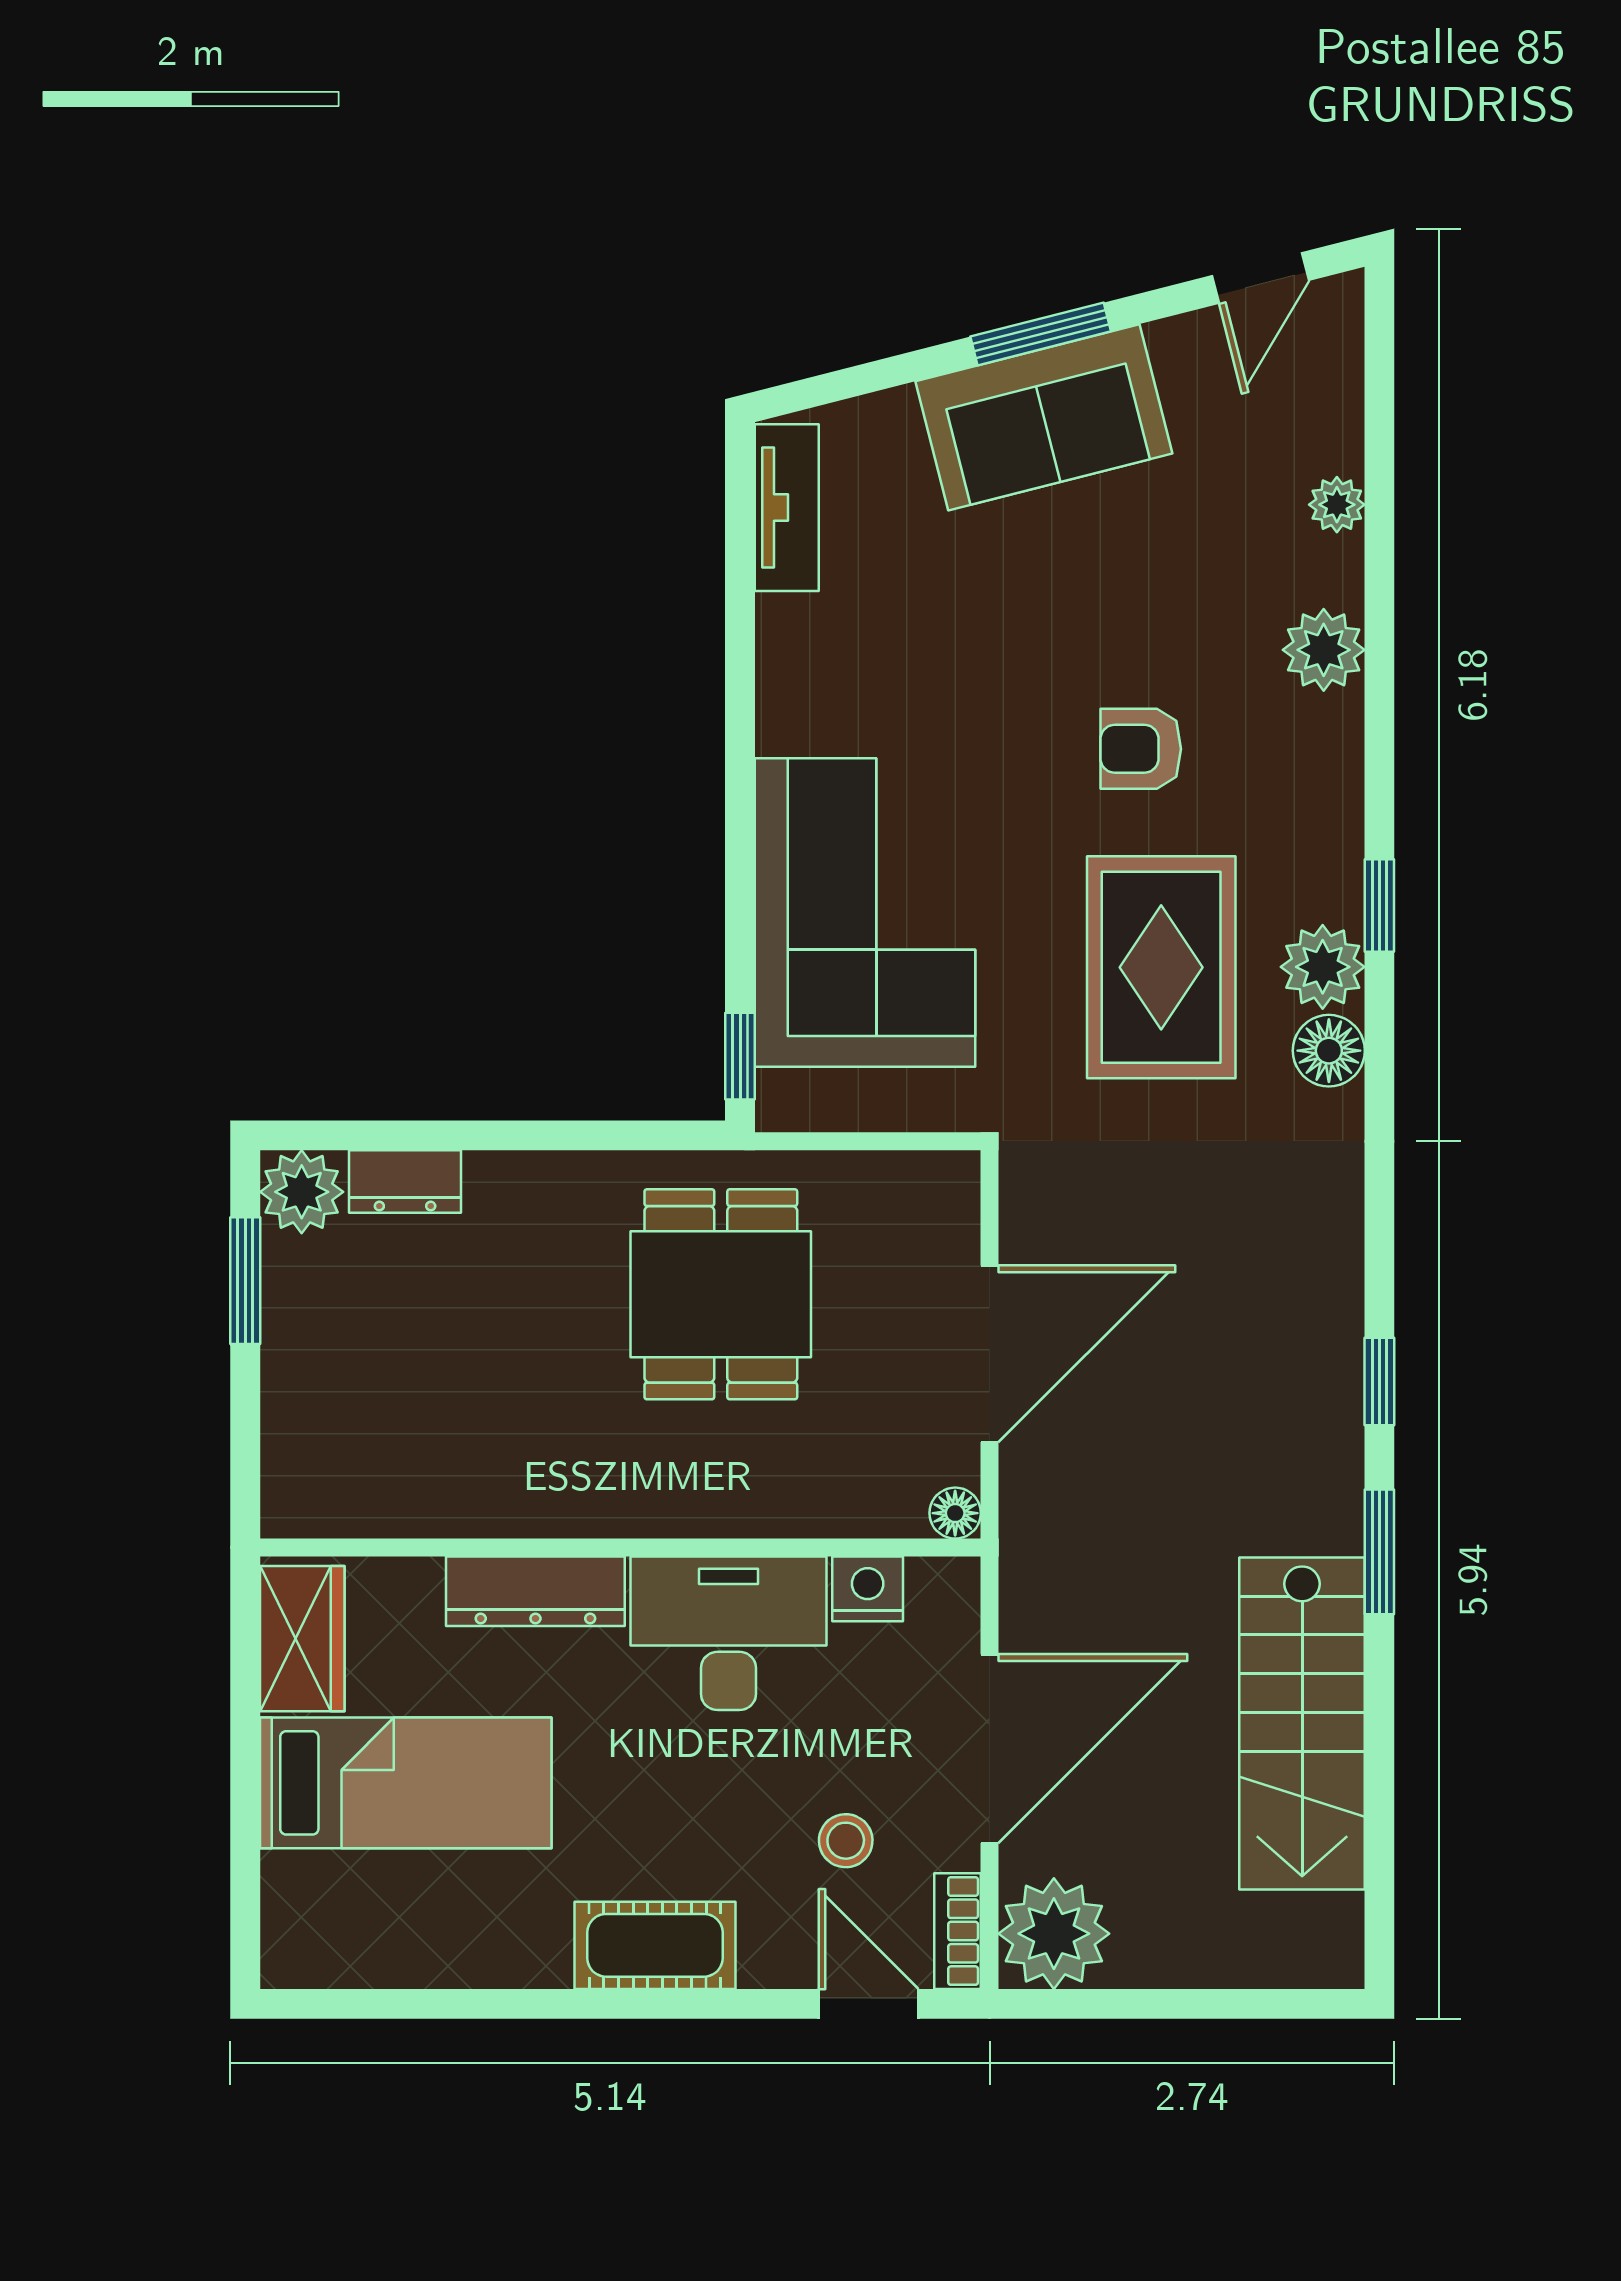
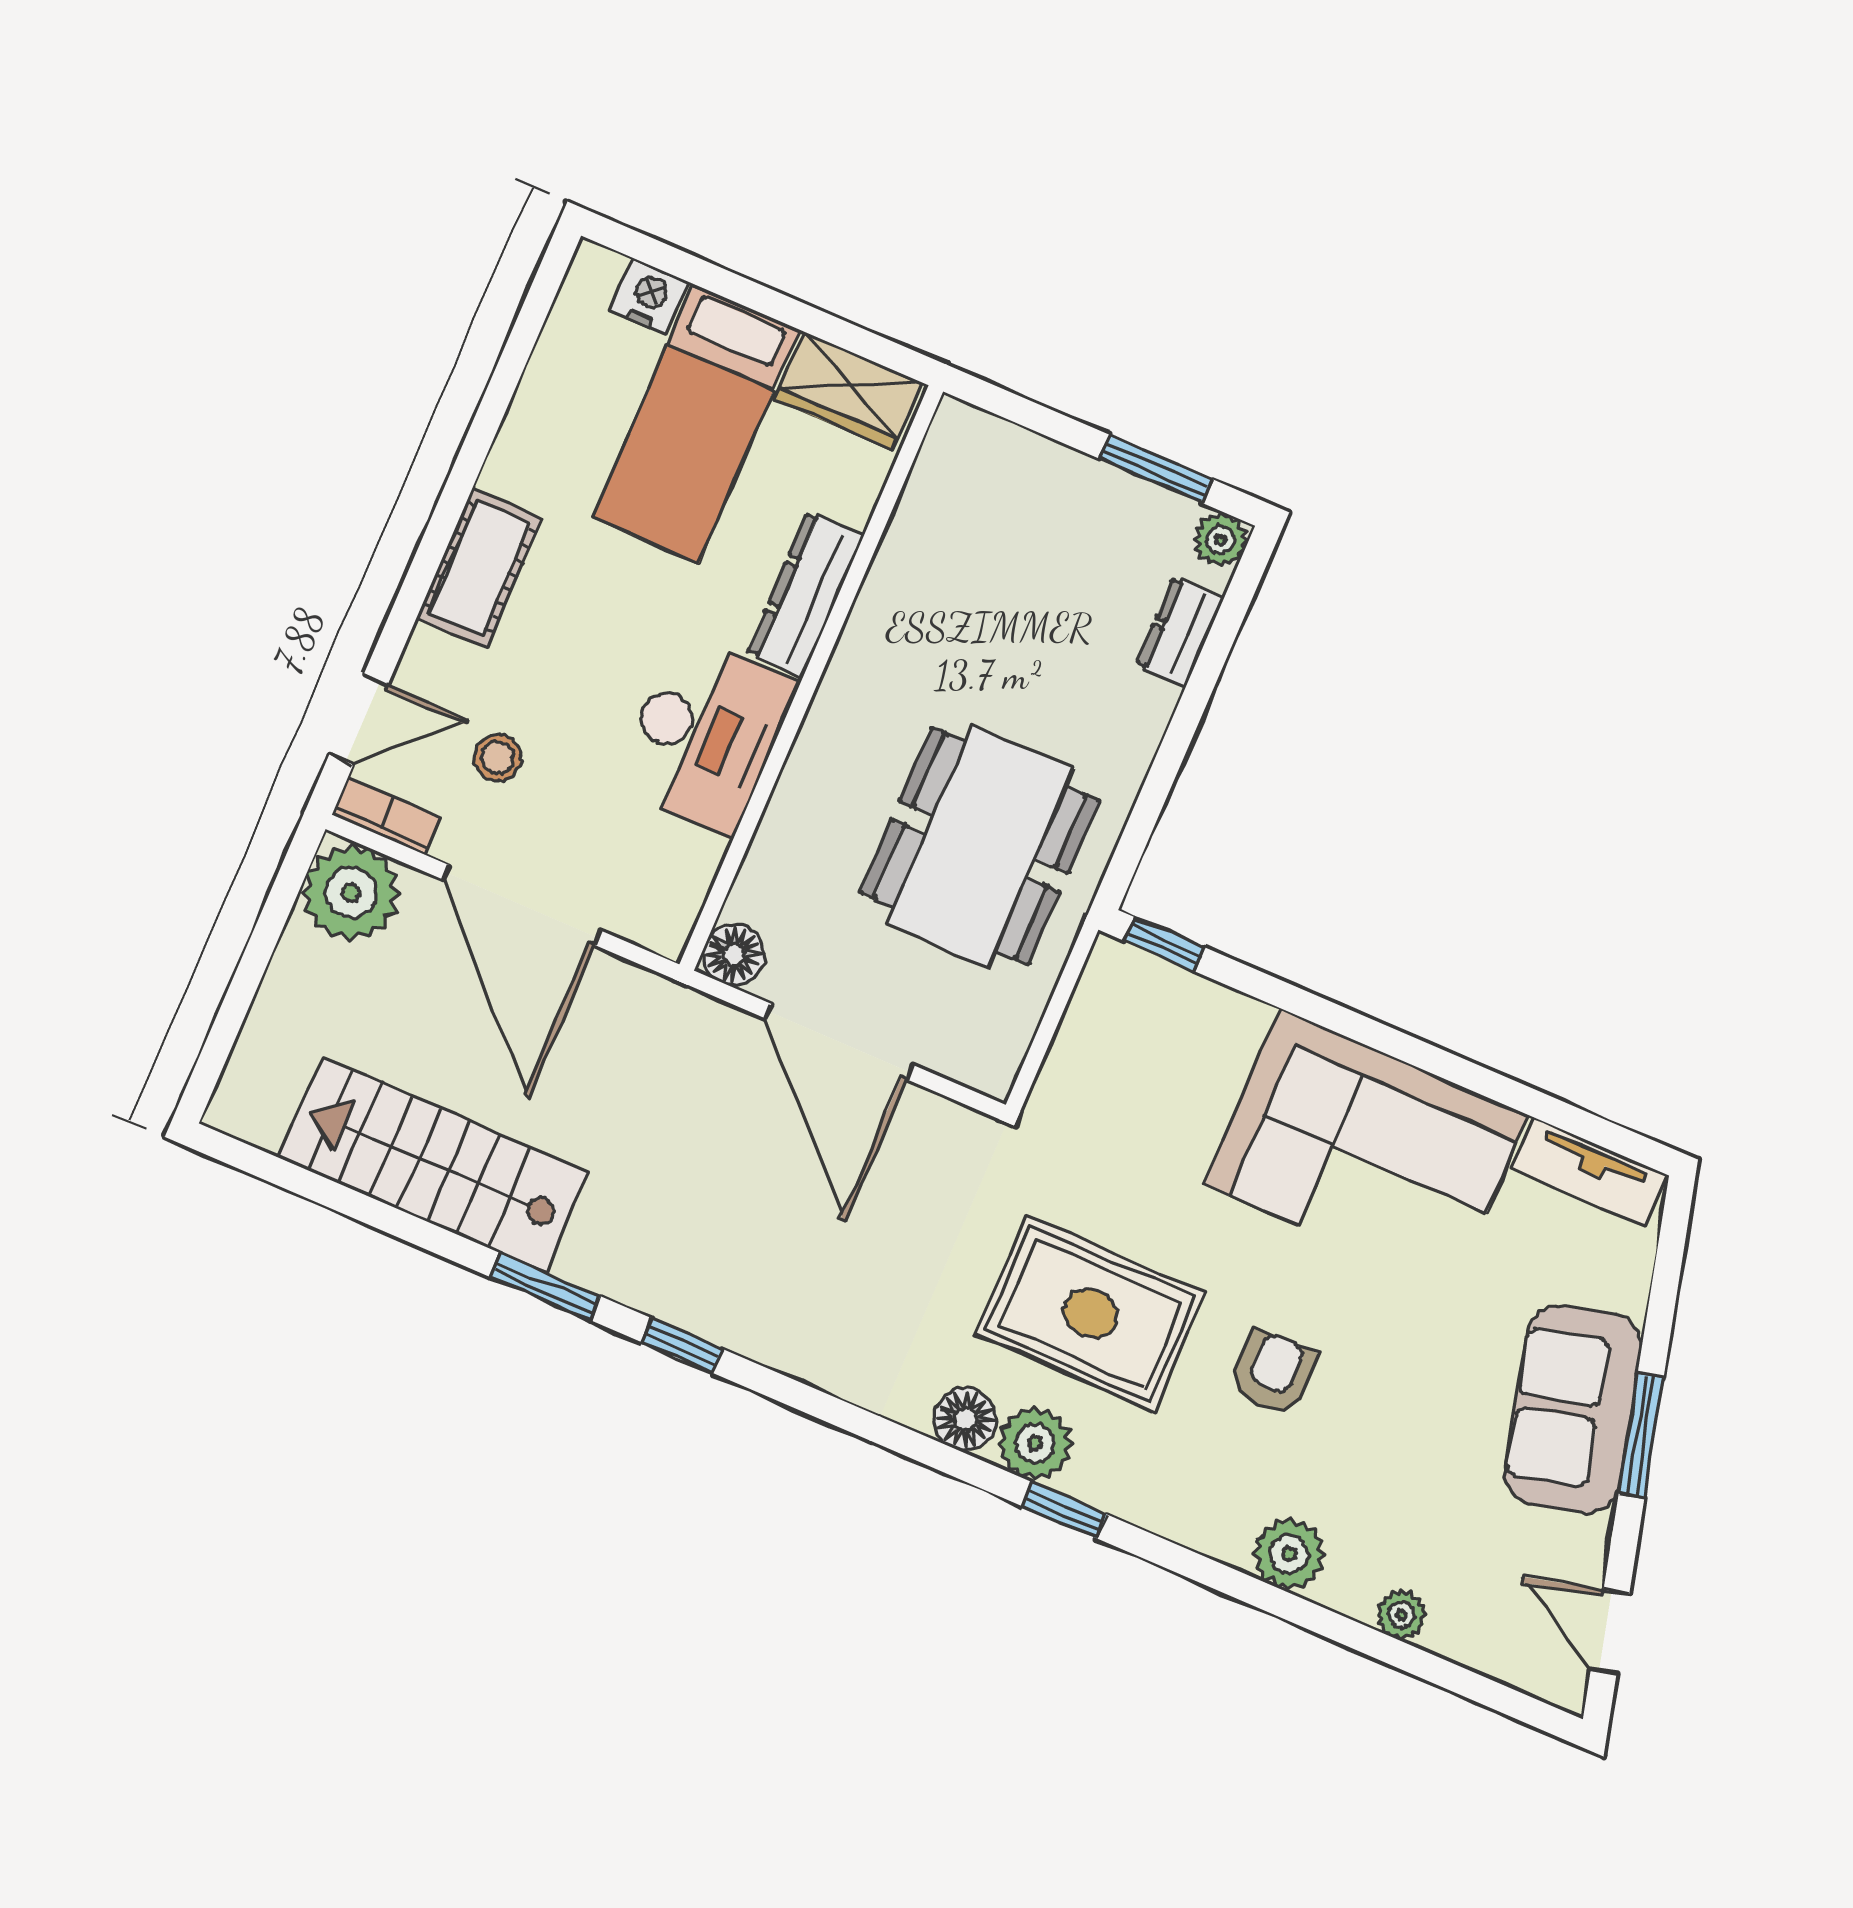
corner sofa: (865, 912) -> (1366, 1150), moved
plant: (302, 1192) -> (1220, 540), width x0.73, depth x0.73
dining table: (721, 1294) -> (980, 846), width x1.38
floor lamp: (955, 1513) -> (734, 955), width x1.37, depth x1.37
nightstand: (868, 1589) -> (650, 296), moved, turned -90

